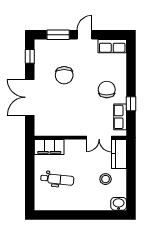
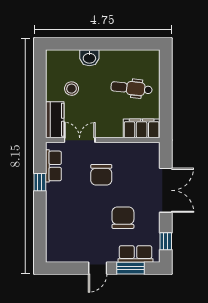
row of seats: (112, 46) -> (135, 254), moved
chair: (107, 90) -> (101, 175), moved
washbasin: (119, 204) -> (89, 58), moved

